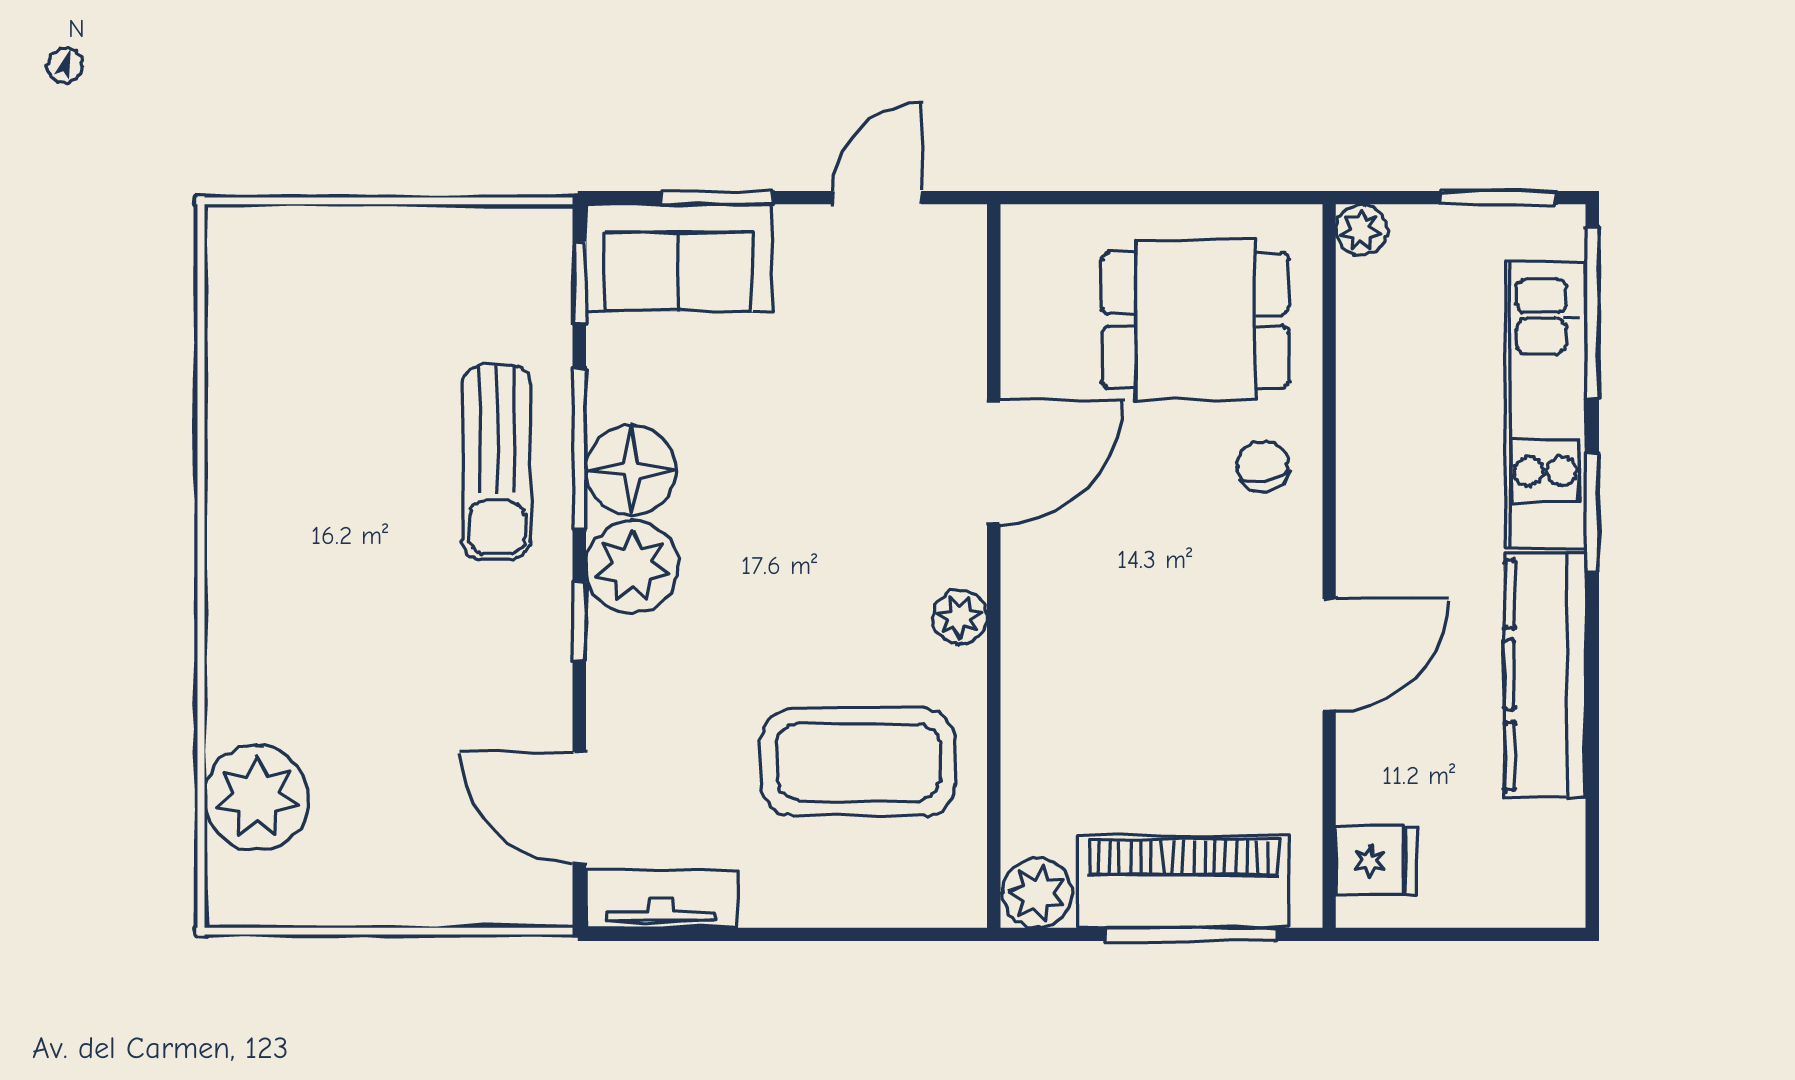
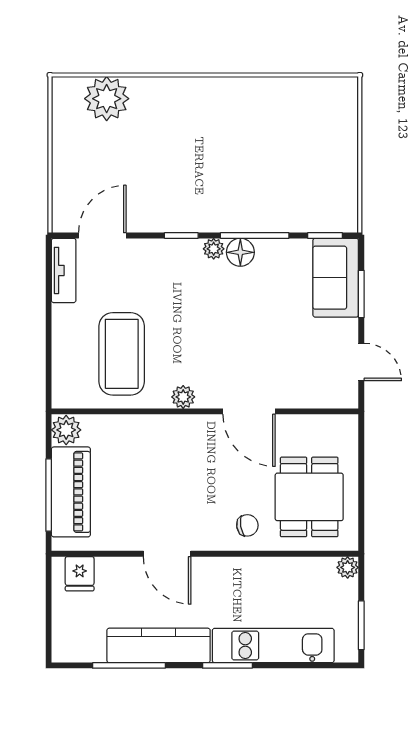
window: (1592, 312) -> (129, 665), moved
sun lounger: (496, 462) -> (249, 200), removed
floor lamp: (631, 470) -> (240, 252), width x0.73, depth x0.73
plant: (632, 567) -> (214, 249), width x0.53, depth x0.53

